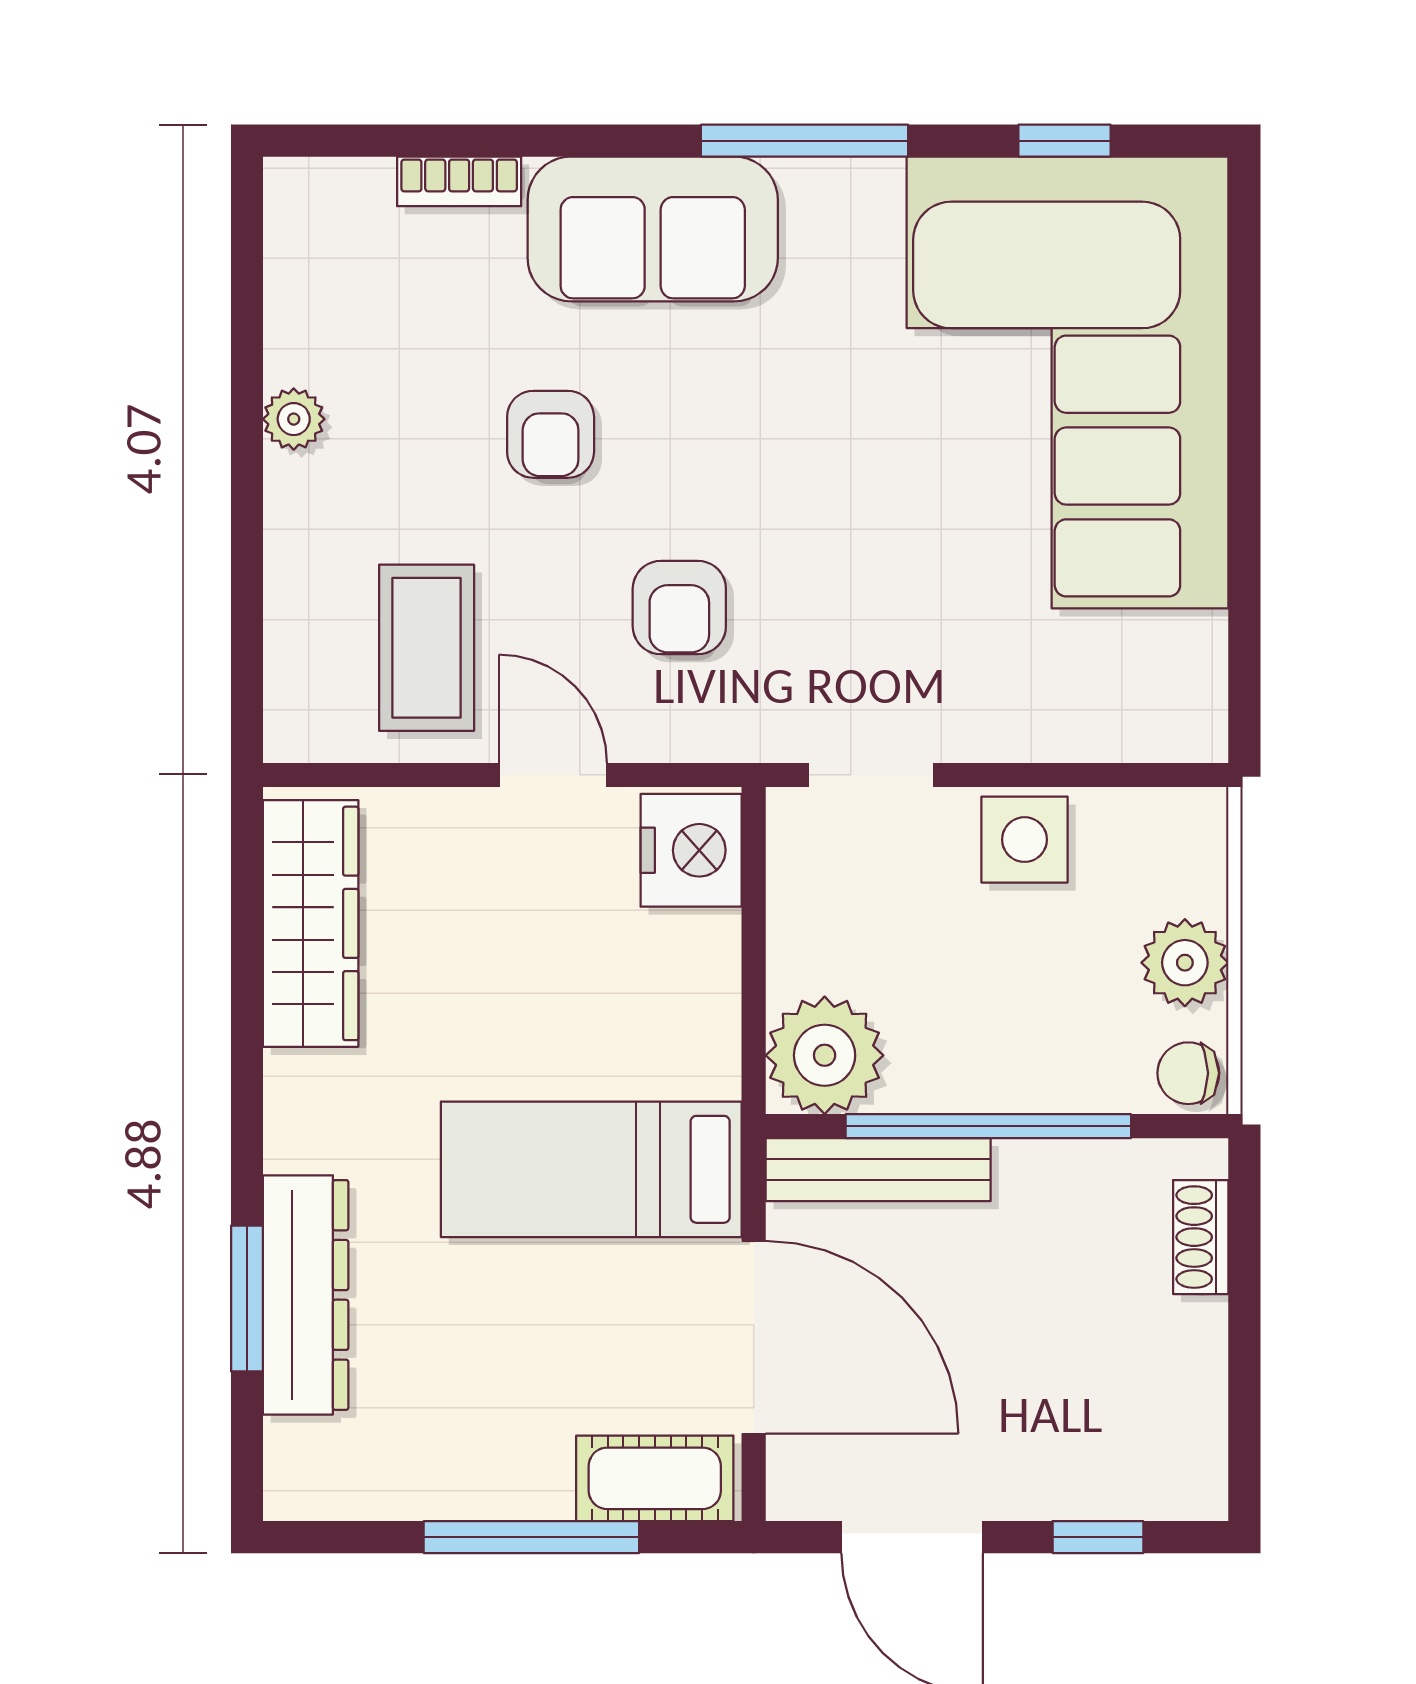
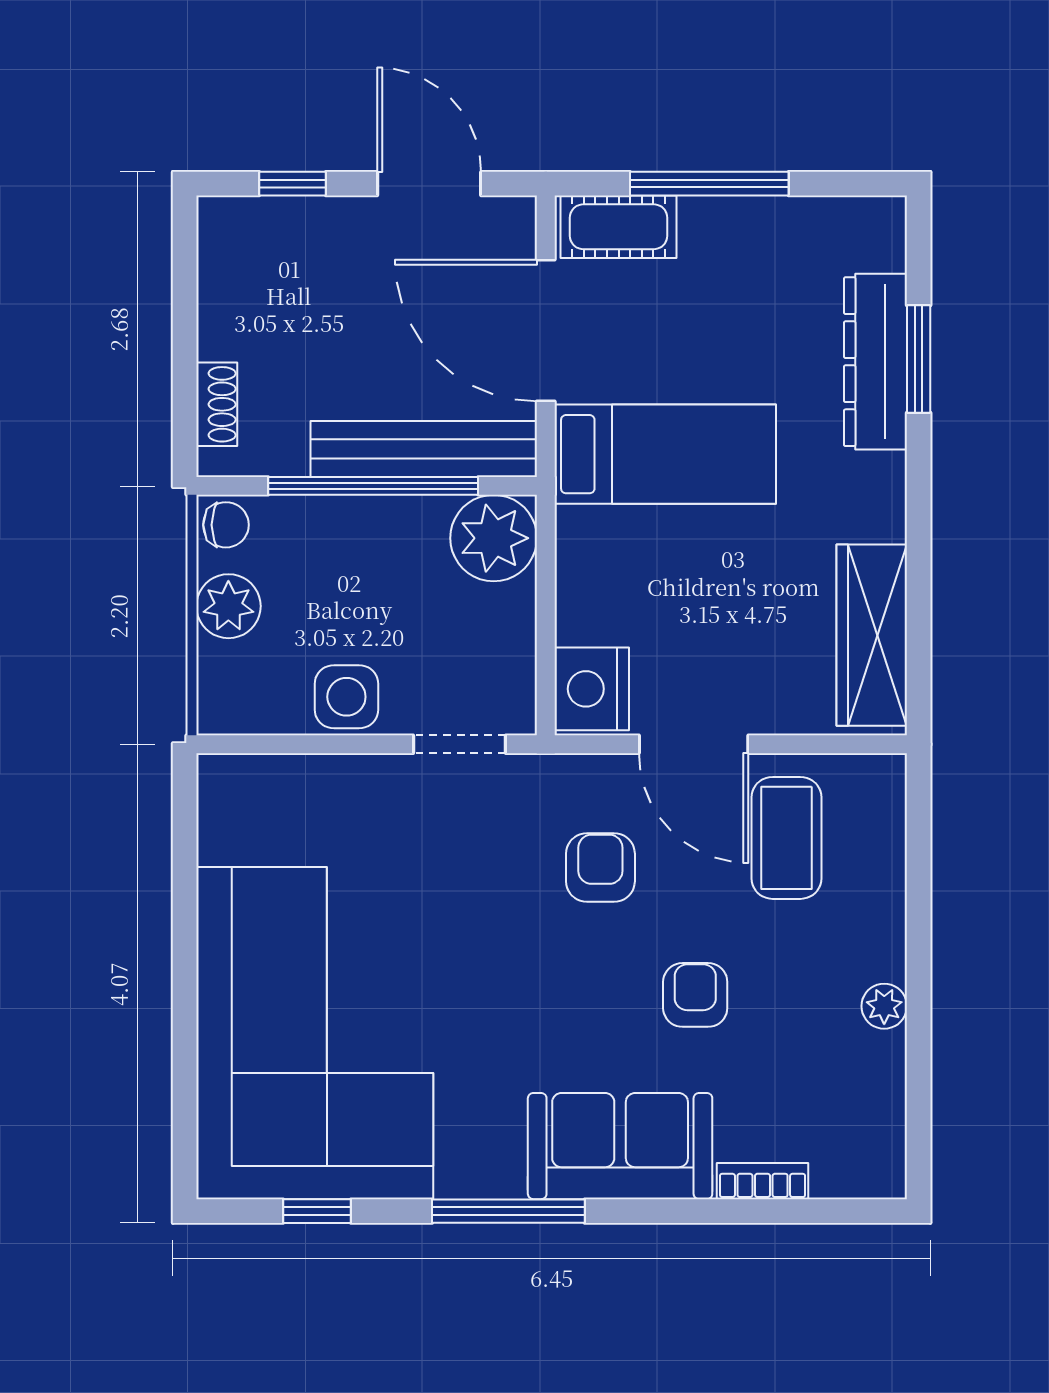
door: (553, 775) -> (694, 744), width x1.38
bench: (878, 1170) -> (424, 449), width x1.37, depth x1.21

